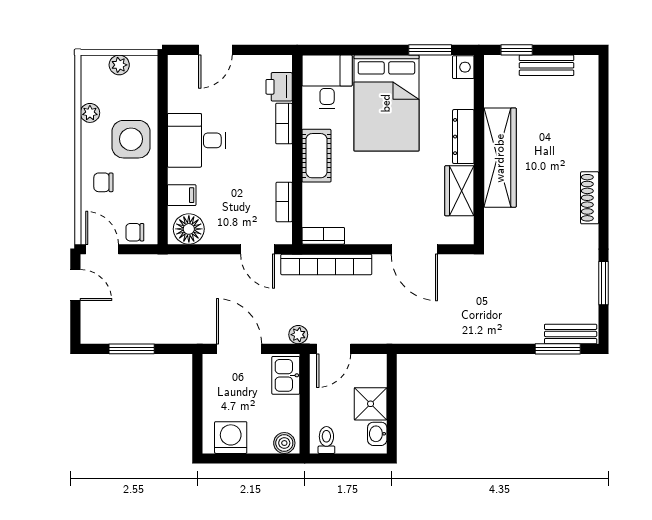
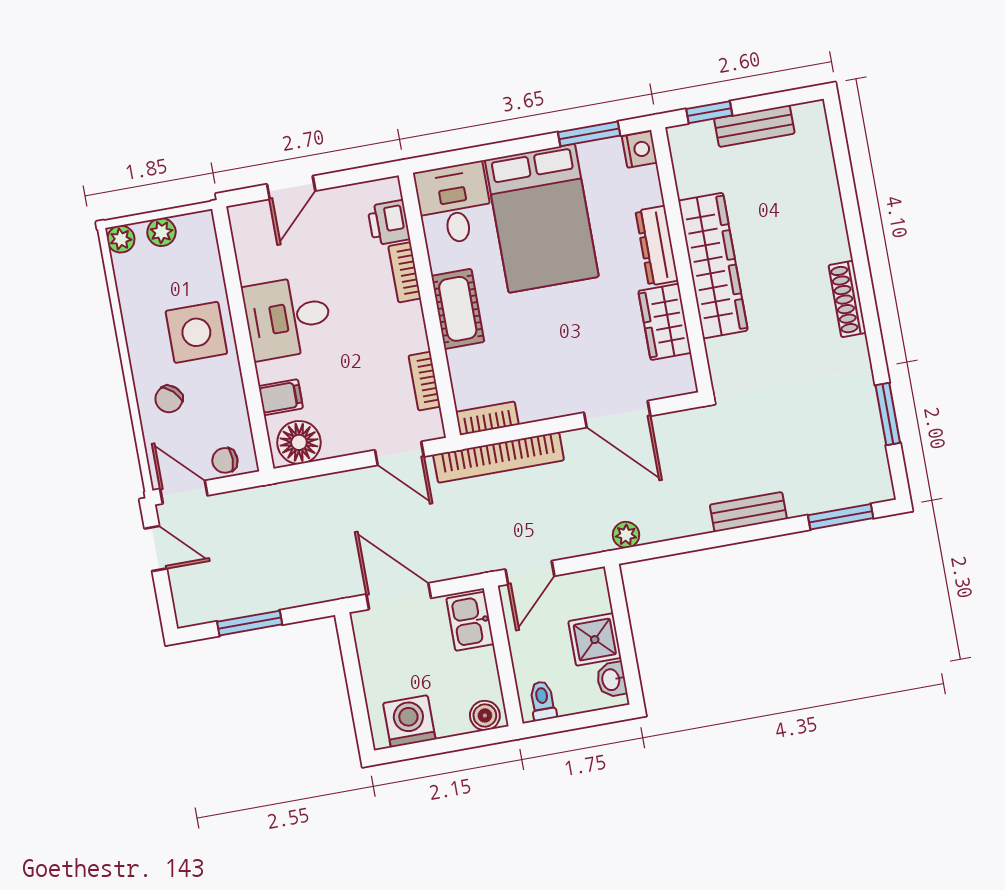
plant: (90, 113) -> (121, 239), moved
chair: (103, 182) -> (169, 399), turned -47
bench: (571, 334) -> (748, 512), moved
plant: (298, 335) -> (626, 535), moved

